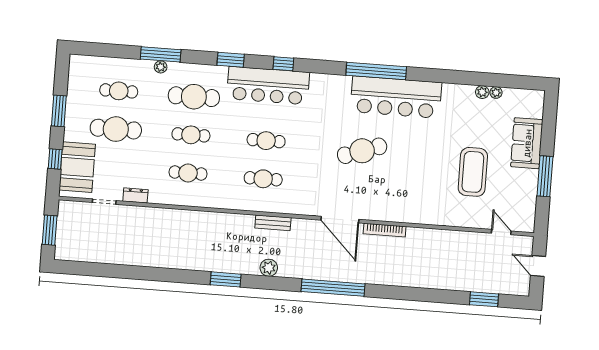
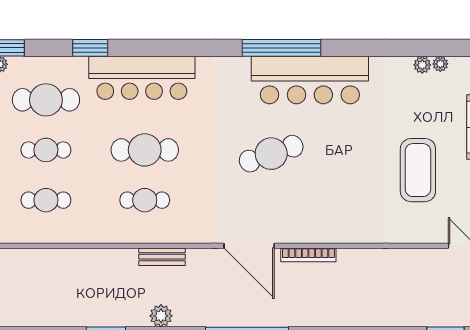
window: (283, 64) -> (160, 48), removed
cafe table: (266, 141) -> (145, 150), width x1.37, depth x1.35

